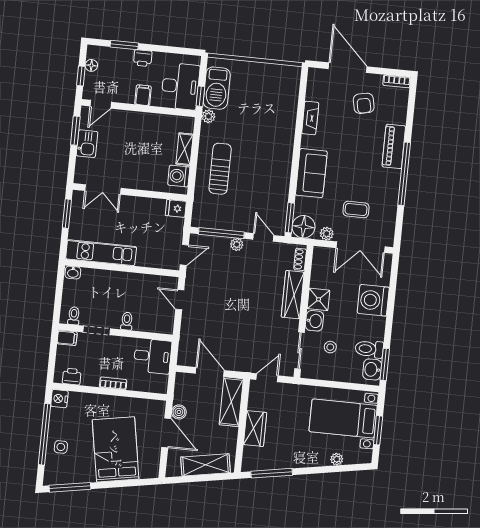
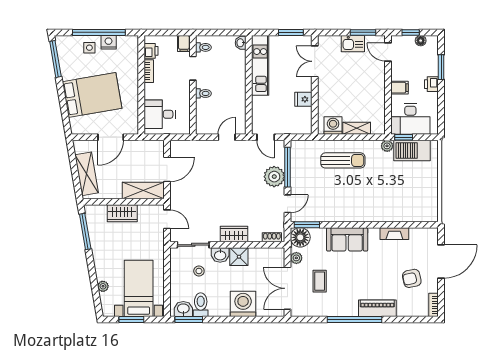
fridge: (176, 208) -> (303, 99), moved, turned -90
plant: (237, 244) -> (274, 177), width x1.88, depth x1.88
wardrobe: (293, 295) -> (234, 234), width x0.67
desk: (153, 356) -> (160, 114), moved, turned 90
bookcase: (113, 383) -> (149, 71), moved
nightstand: (59, 399) -> (109, 42), moved
boiler: (179, 412) -> (130, 146), removed

